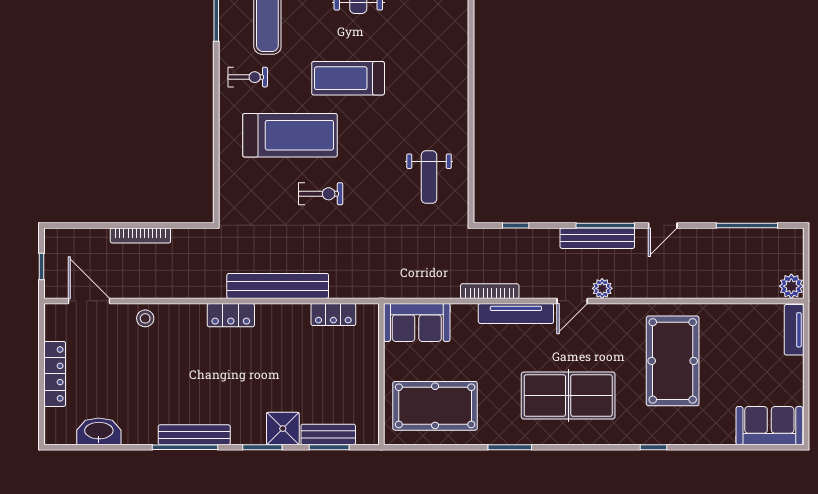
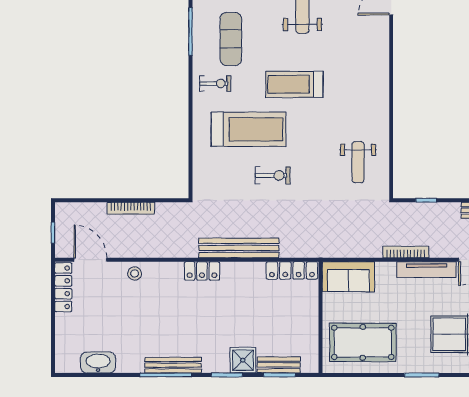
locker: (333, 314) -> (292, 270), width x1.53
locker: (55, 374) -> (63, 287), moved

